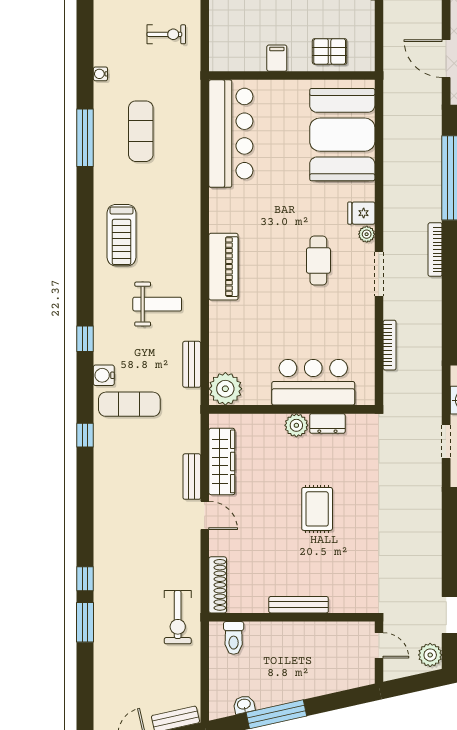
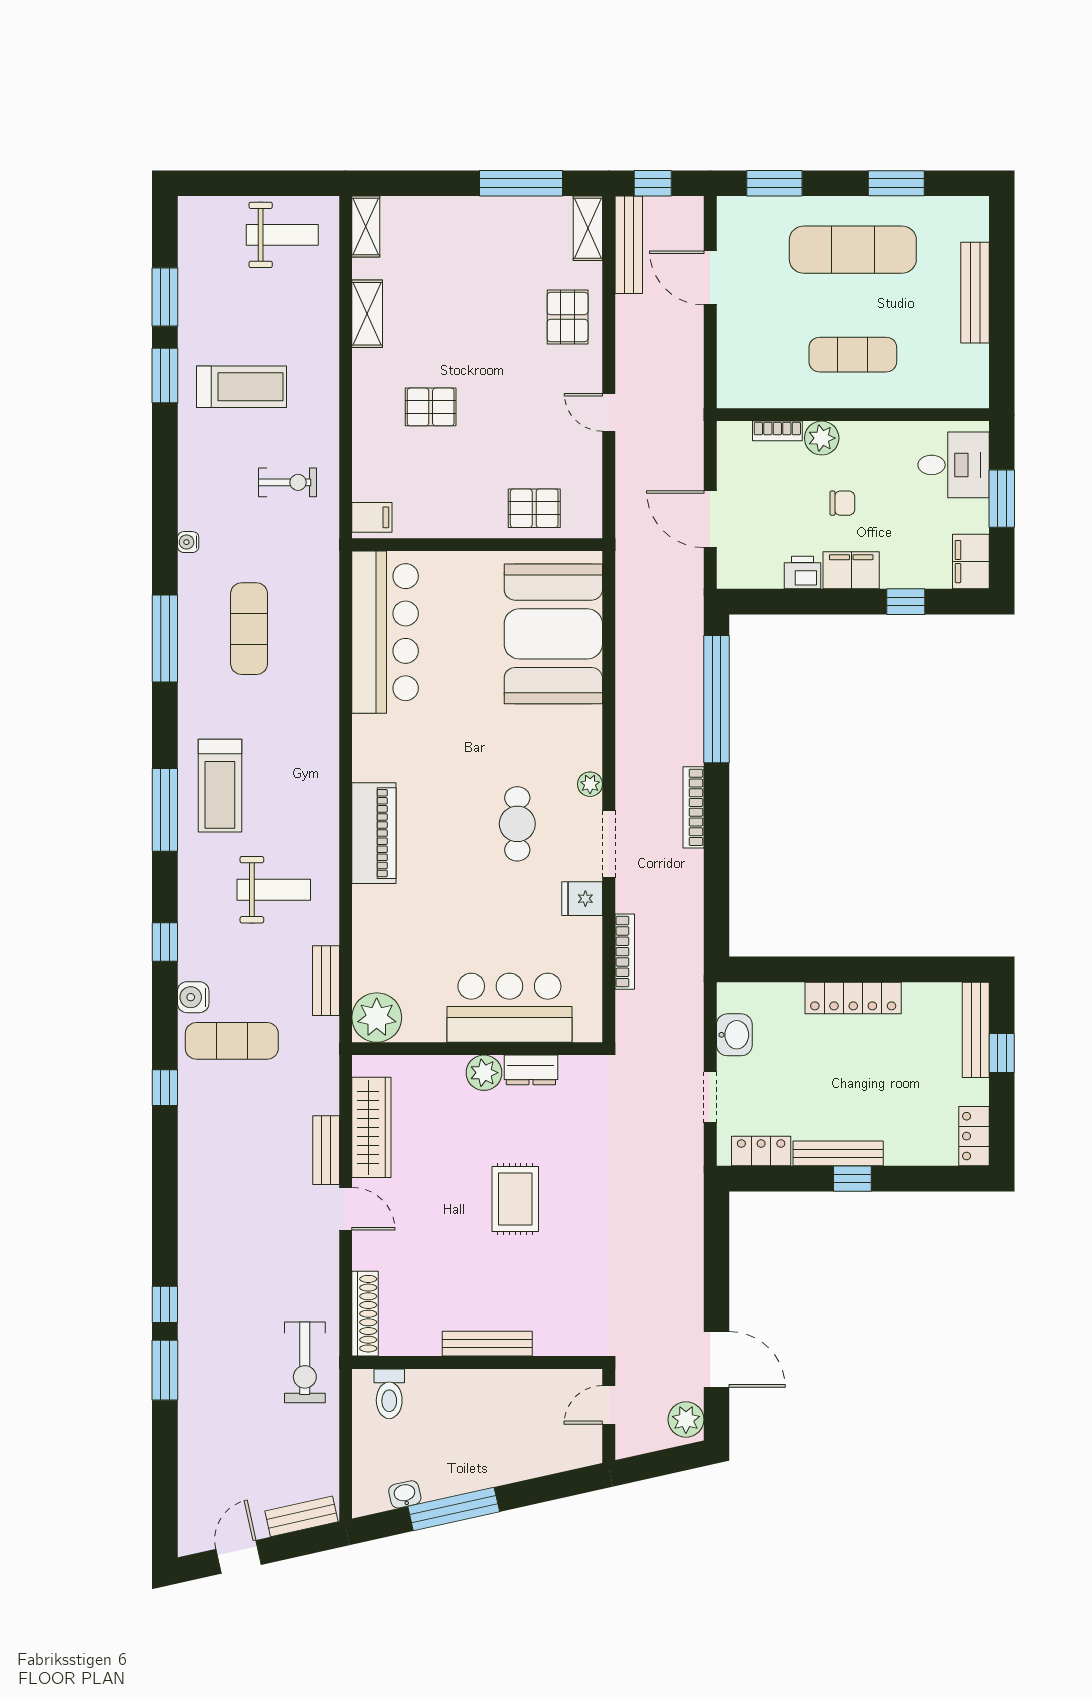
filing cabinet: (277, 58) -> (372, 517), moved, turned 90
fridge: (361, 213) -> (582, 899), moved
window: (85, 251) -> (165, 810), added
door: (379, 645) -> (609, 1405), swing flipped

